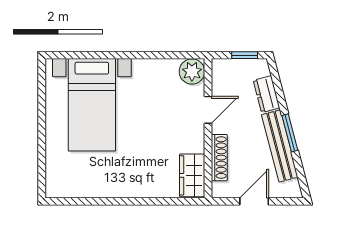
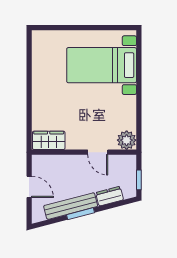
shoe rack: (219, 158) -> (62, 161), removed

